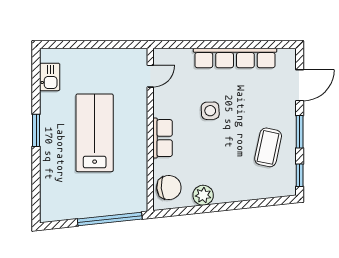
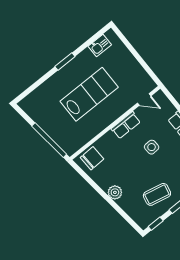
row of seats: (162, 138) -> (126, 125), moved
chair: (169, 188) -> (92, 158), turned -88
plant: (203, 195) -> (115, 192), moved

